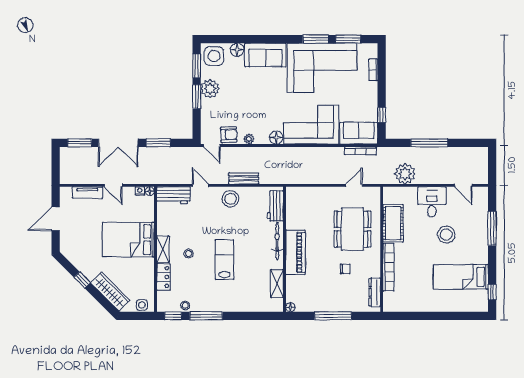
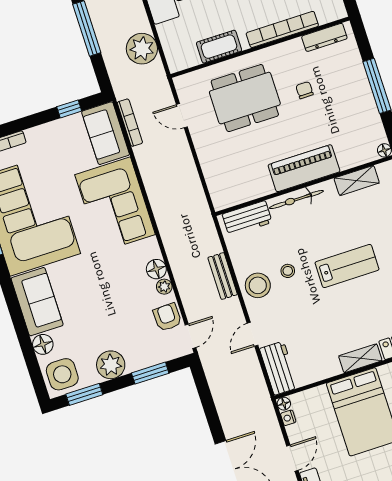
window: (197, 97) -> (150, 373), moved
floor lamp: (276, 138) -> (156, 269), moved
window: (158, 143) -> (211, 414), removed
cot: (393, 223) -> (219, 47), width x0.73, depth x0.75
stool: (189, 253) -> (288, 271), moved
lab bench: (224, 260) -> (347, 266), turned 180

